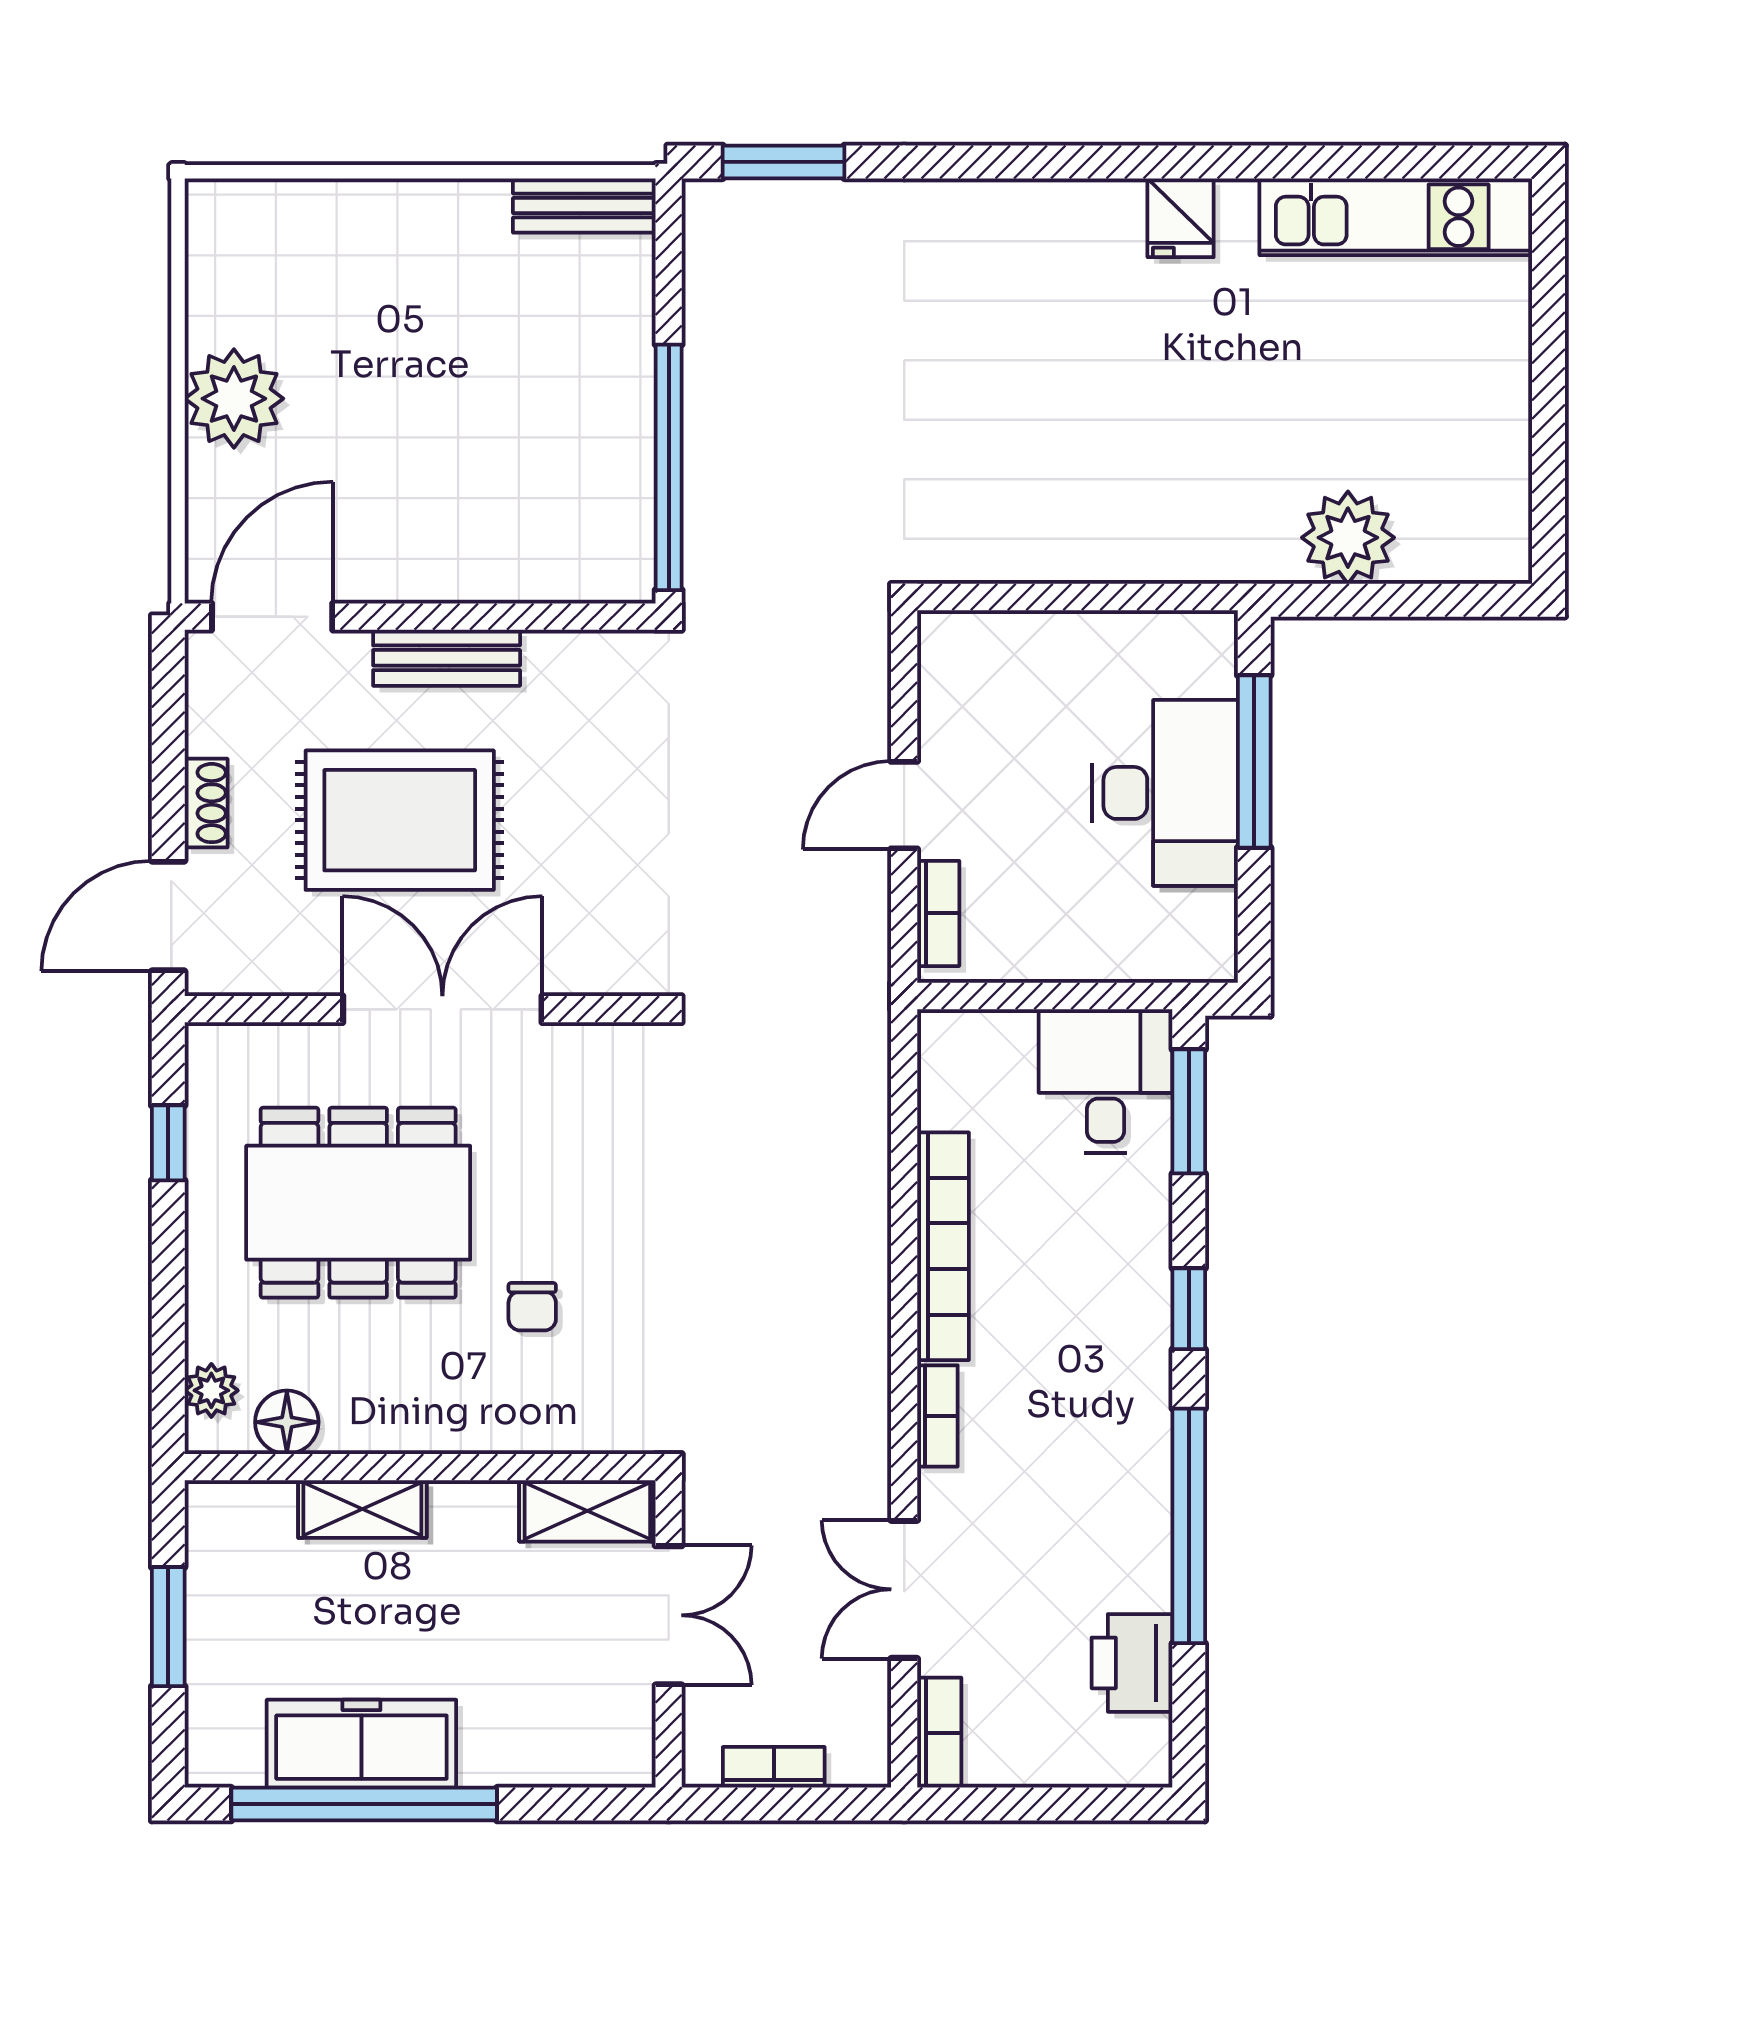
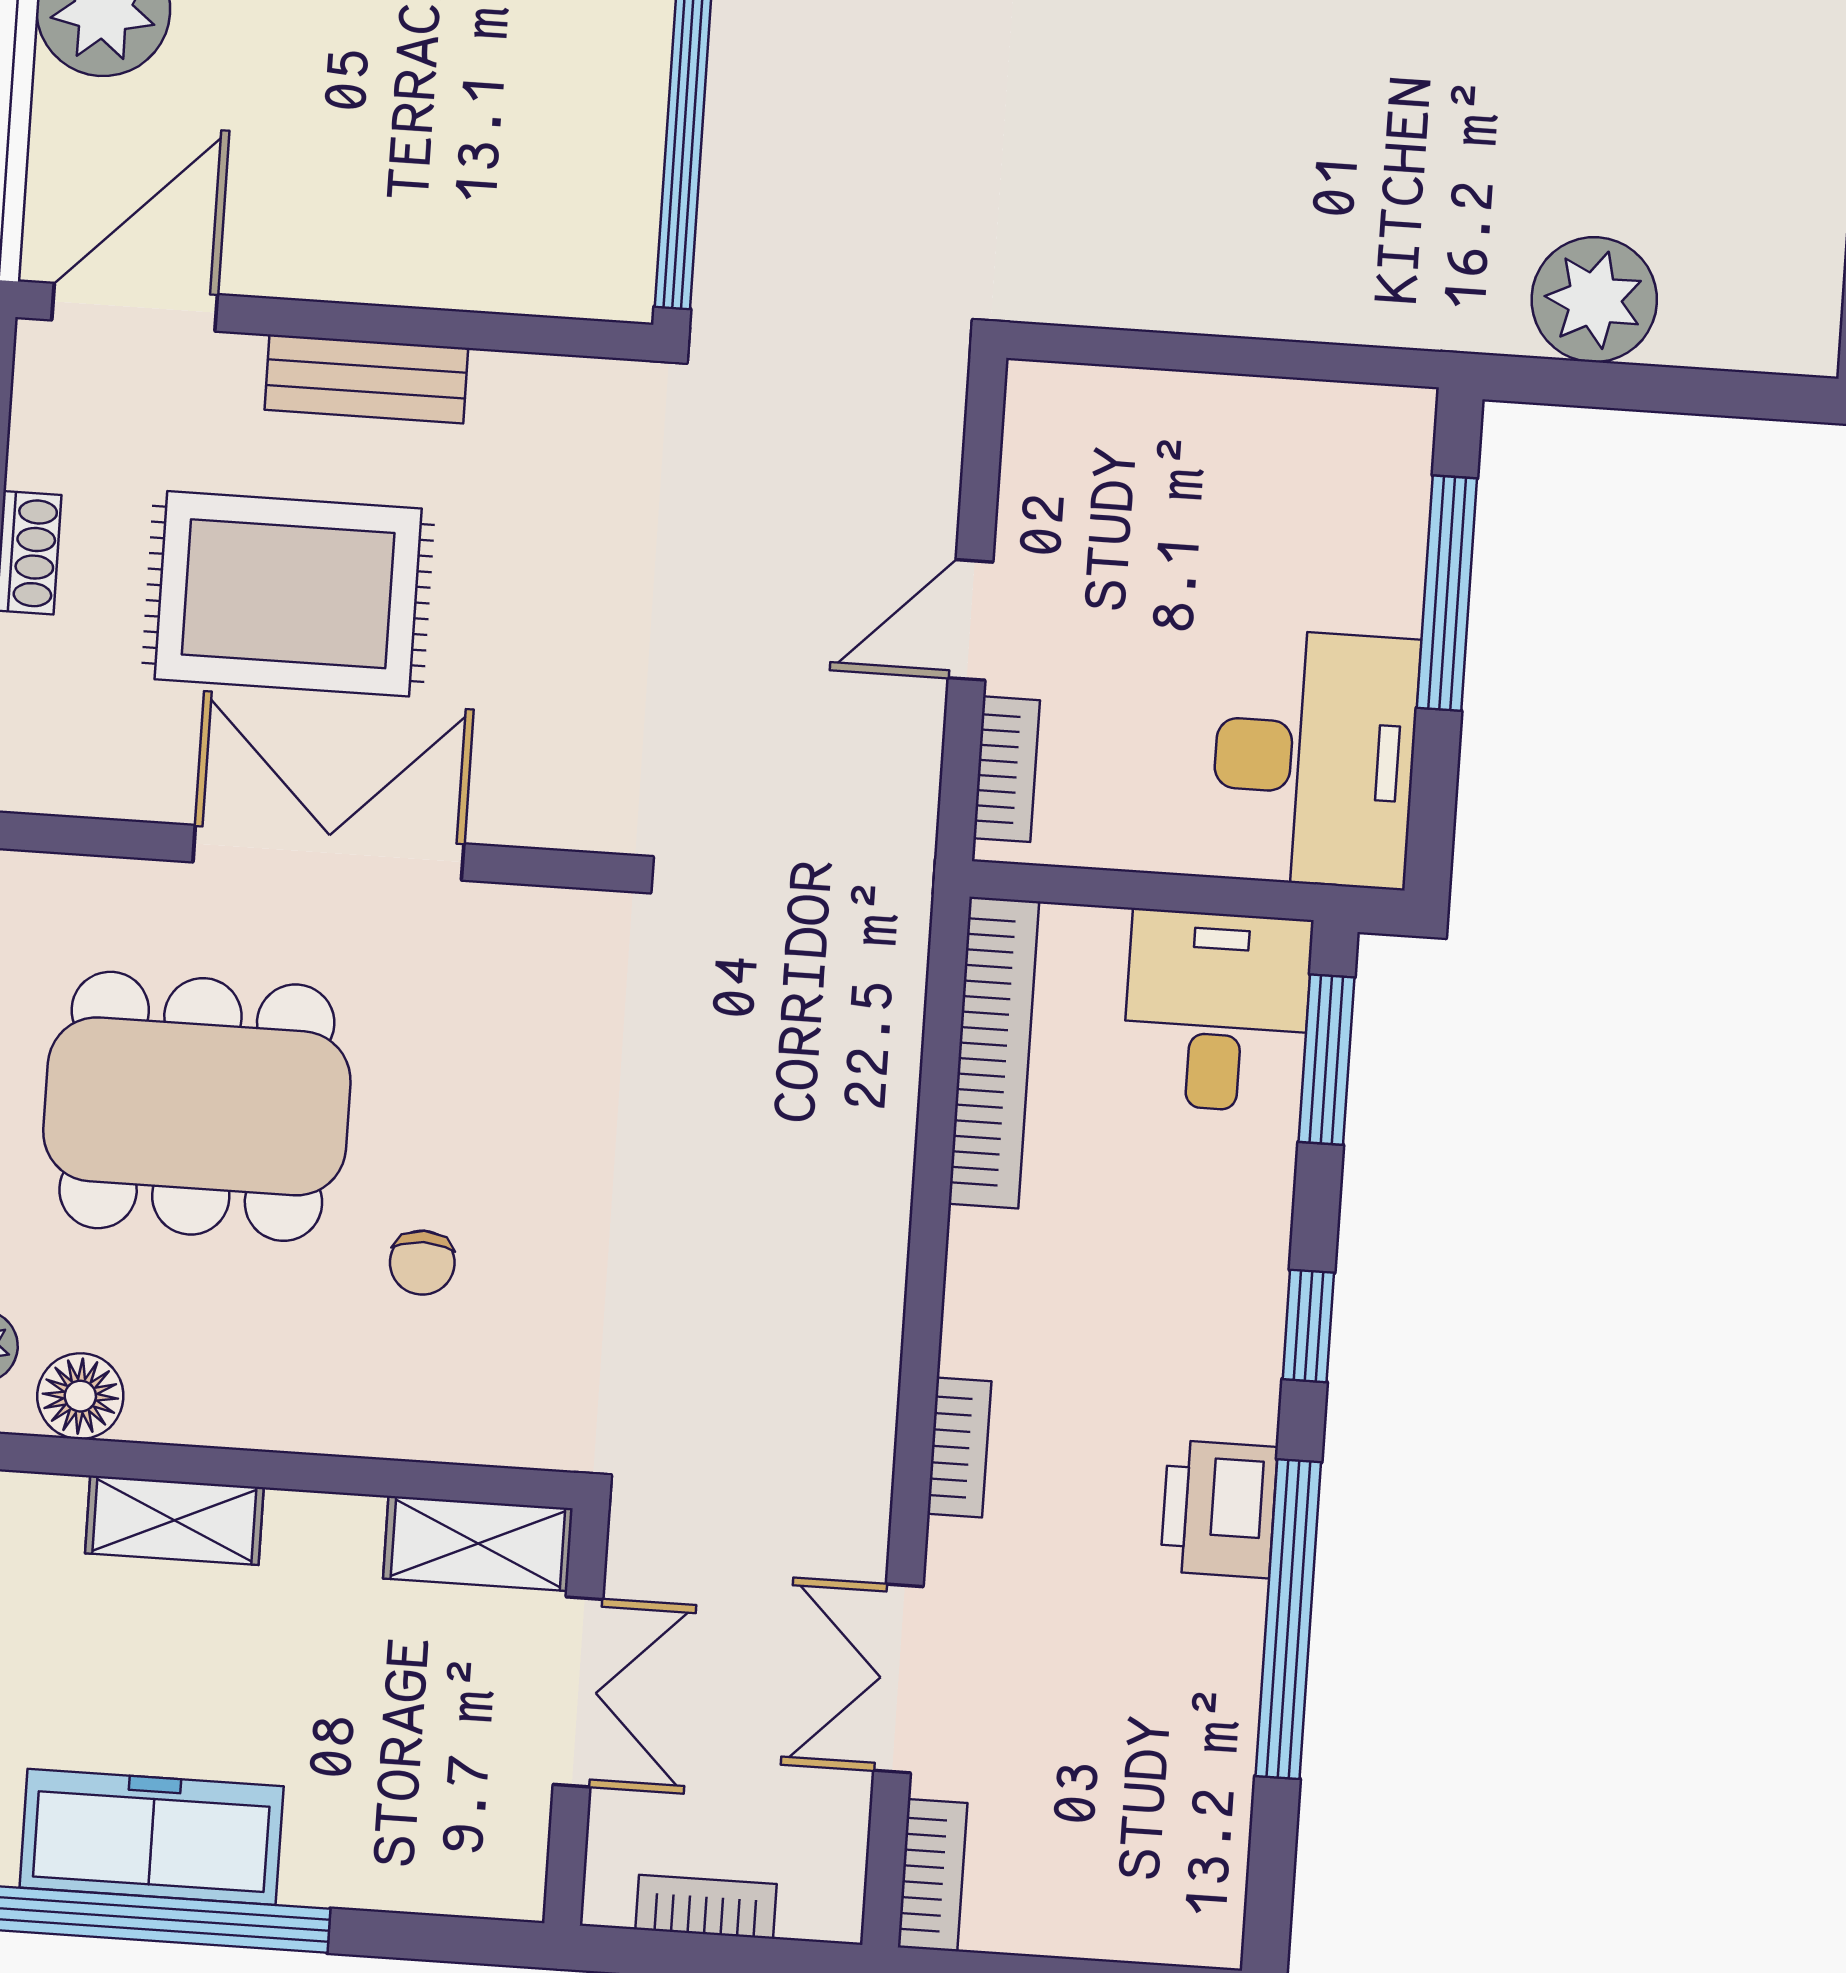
desk: (1165, 793) -> (1314, 758), moved
bookcase: (943, 1246) -> (994, 1053), moved
printer: (1132, 1663) -> (1219, 1509), moved

